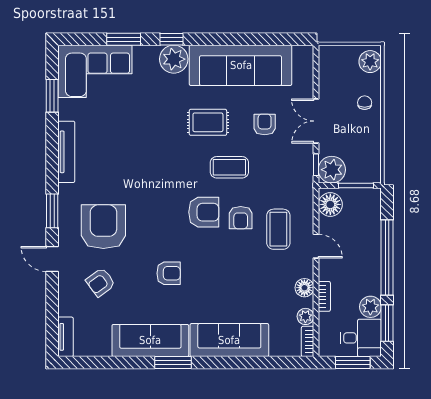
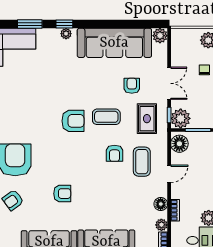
plant: (303, 55) -> (160, 36), added
plant: (174, 59) -> (66, 34), width x0.53, depth x0.53
double door: (316, 121) -> (169, 83), swing flipped
rug: (208, 122) -> (147, 119), moved, turned 90
armchair: (204, 212) -> (73, 121), moved
door: (316, 246) -> (169, 174), hinge flipped

